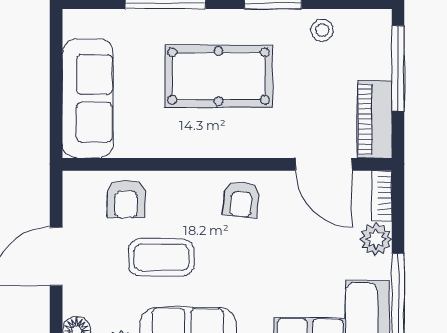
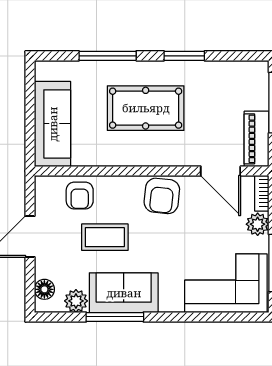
stool: (322, 30) -> (219, 75), removed
armchair: (241, 199) -> (162, 196), width x1.38, depth x1.38

